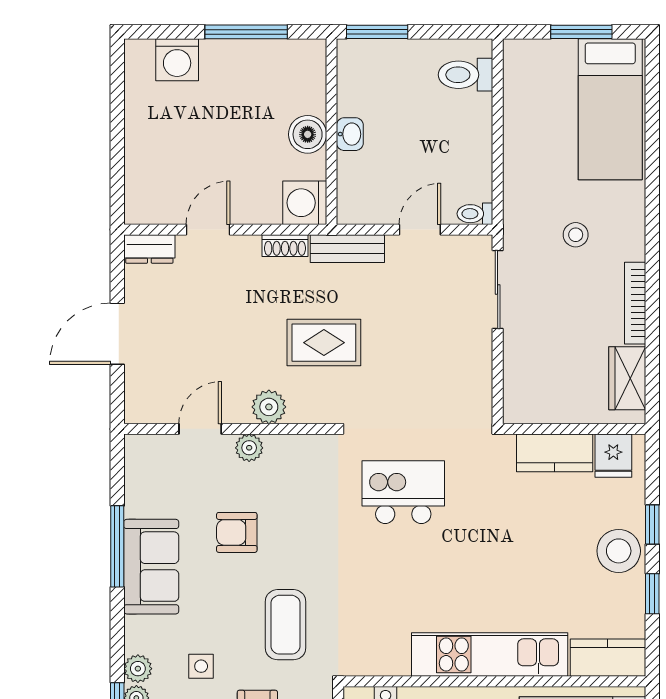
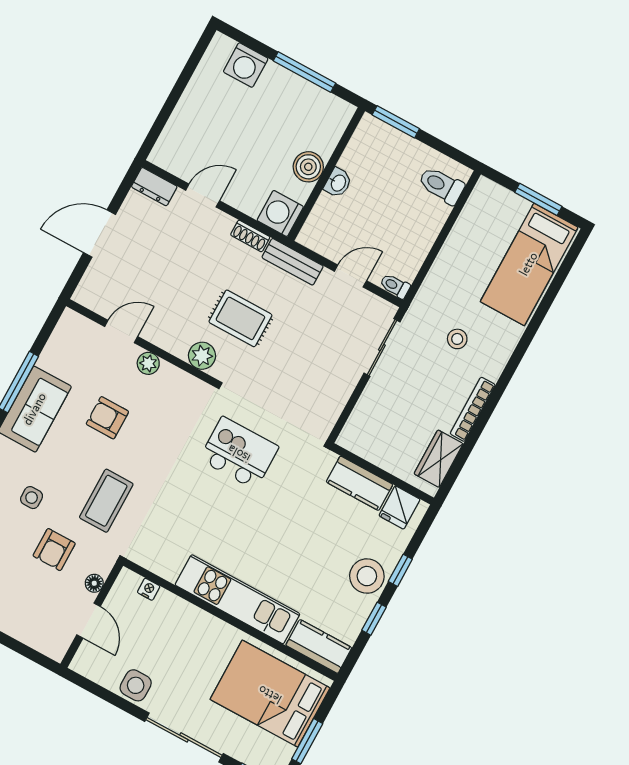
plant: (269, 407) -> (202, 356), moved

